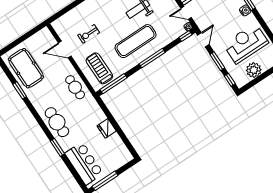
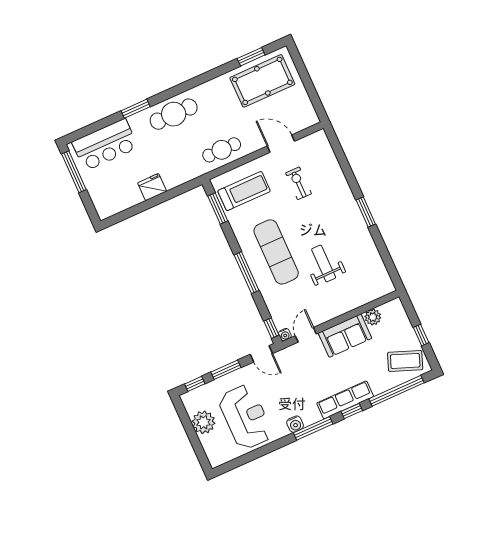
door: (65, 49) -> (281, 144), hinge flipped
window: (114, 84) -> (218, 208), width x0.69
window: (20, 90) -> (251, 57), moved

